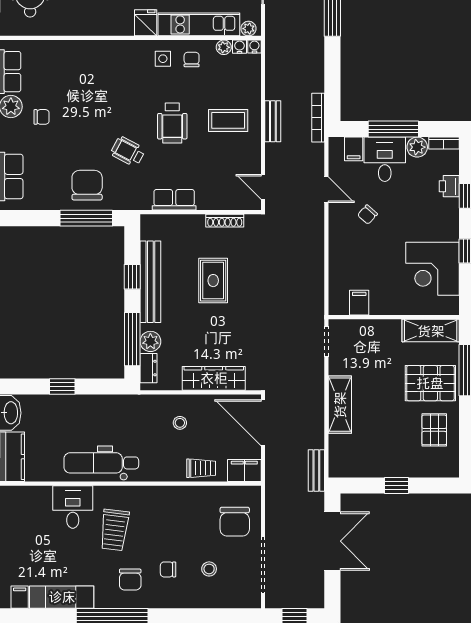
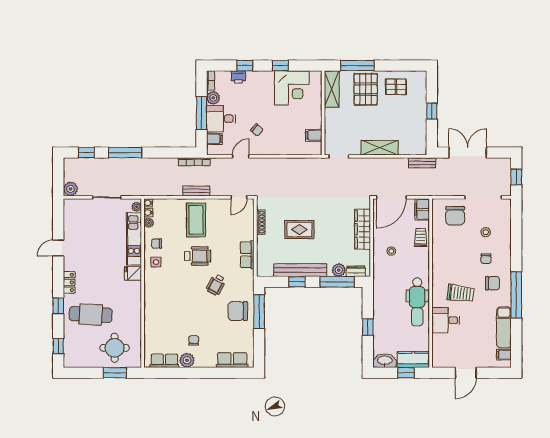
coffee table: (228, 120) -> (196, 220), width x1.36, depth x1.32
chair: (235, 522) -> (455, 216), turned 90

